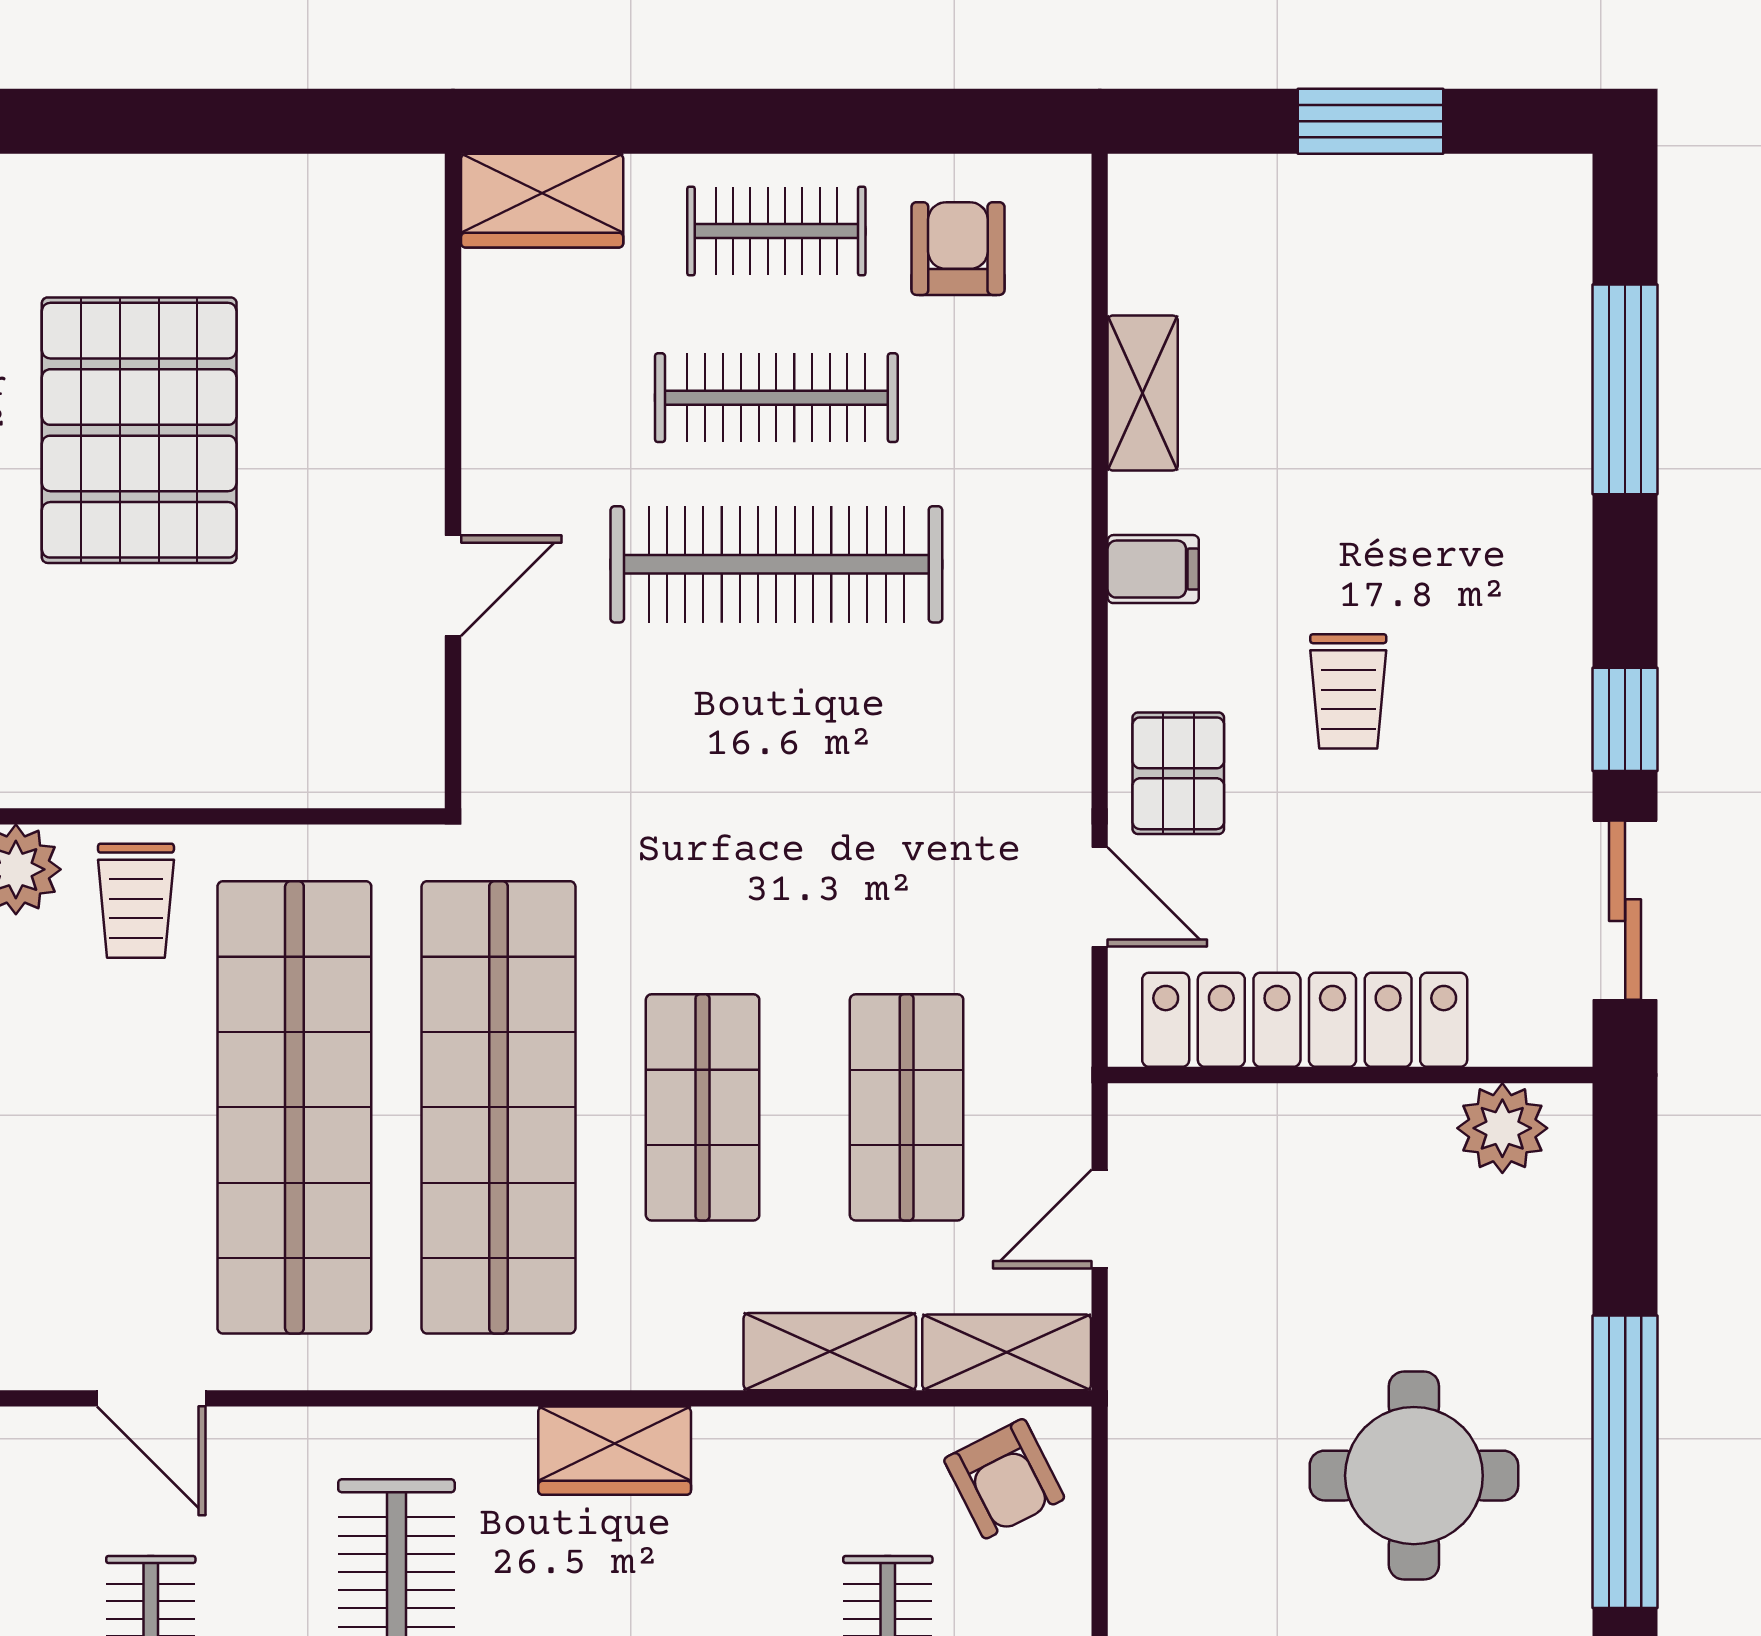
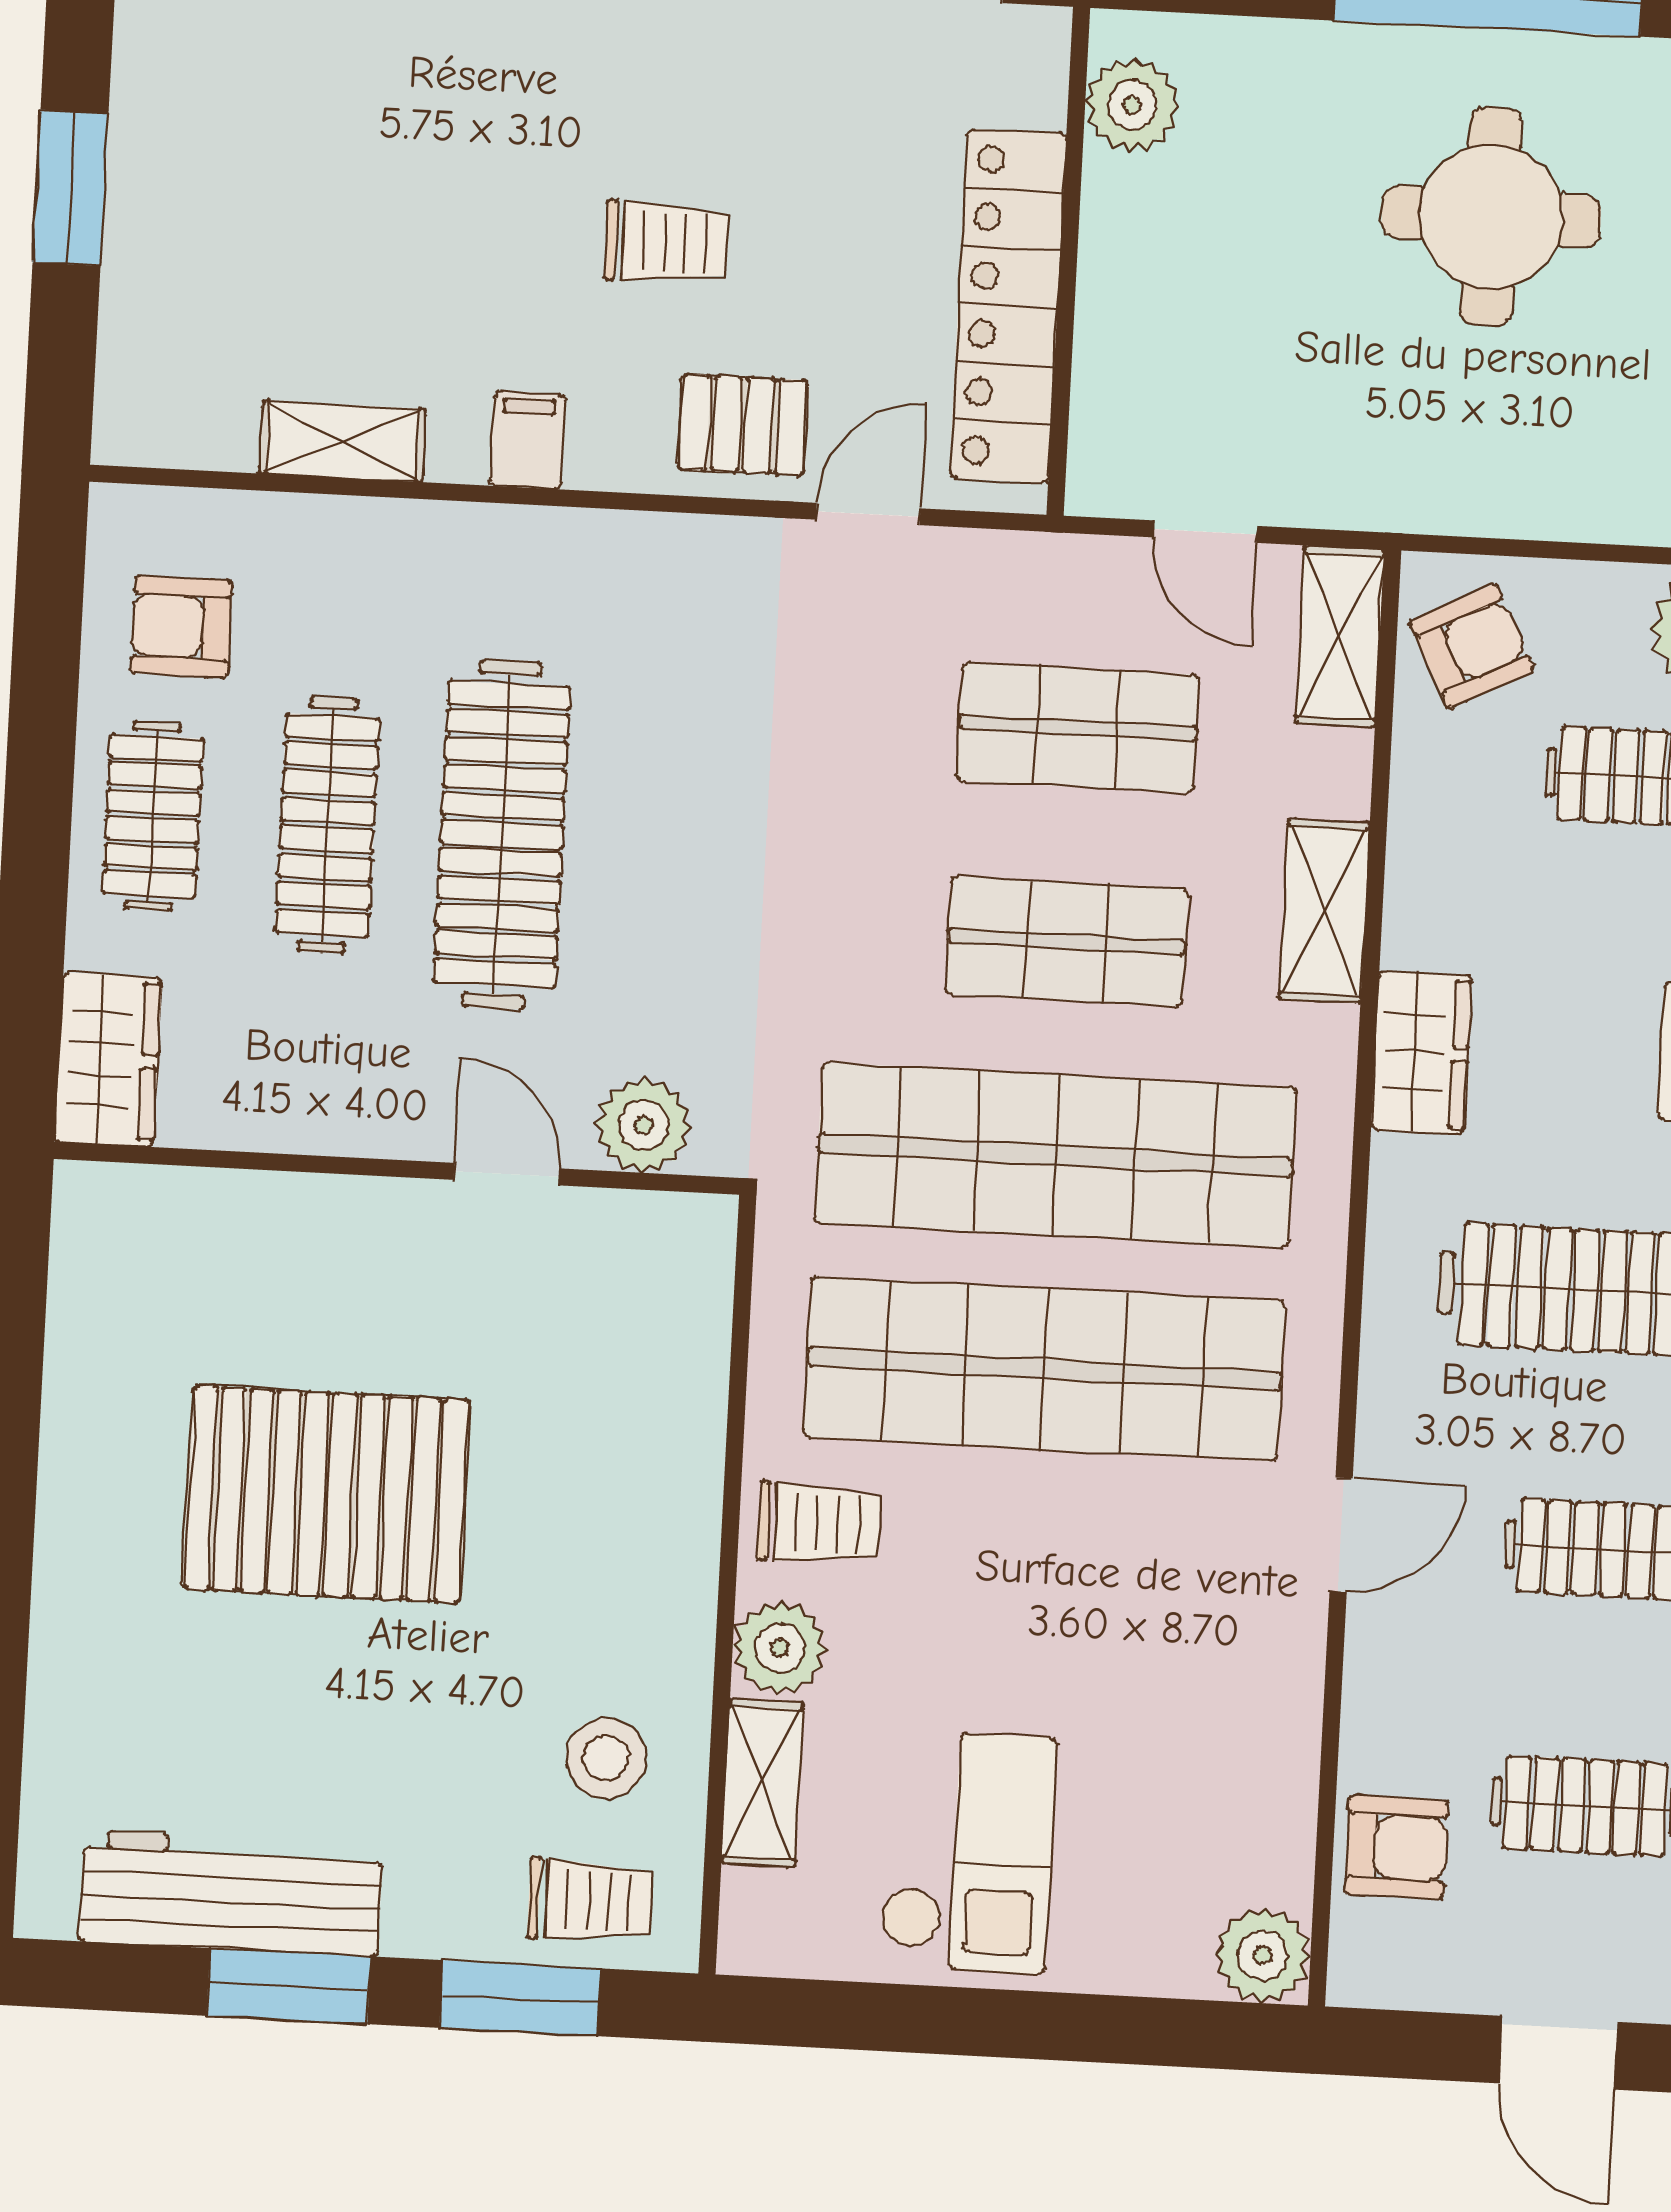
plant: (506, 714) -> (644, 1125), added
shelving: (830, 1352) -> (1325, 911), moved

